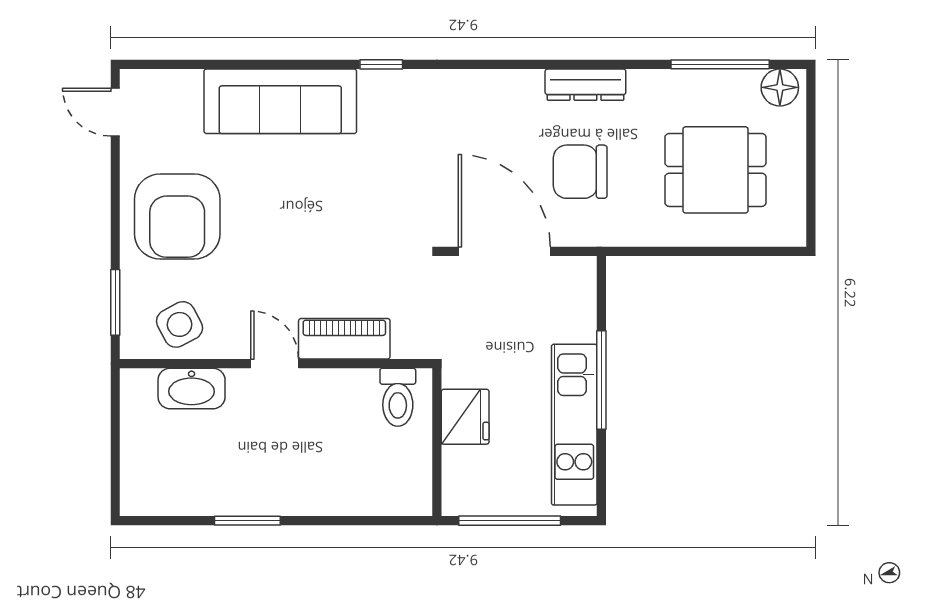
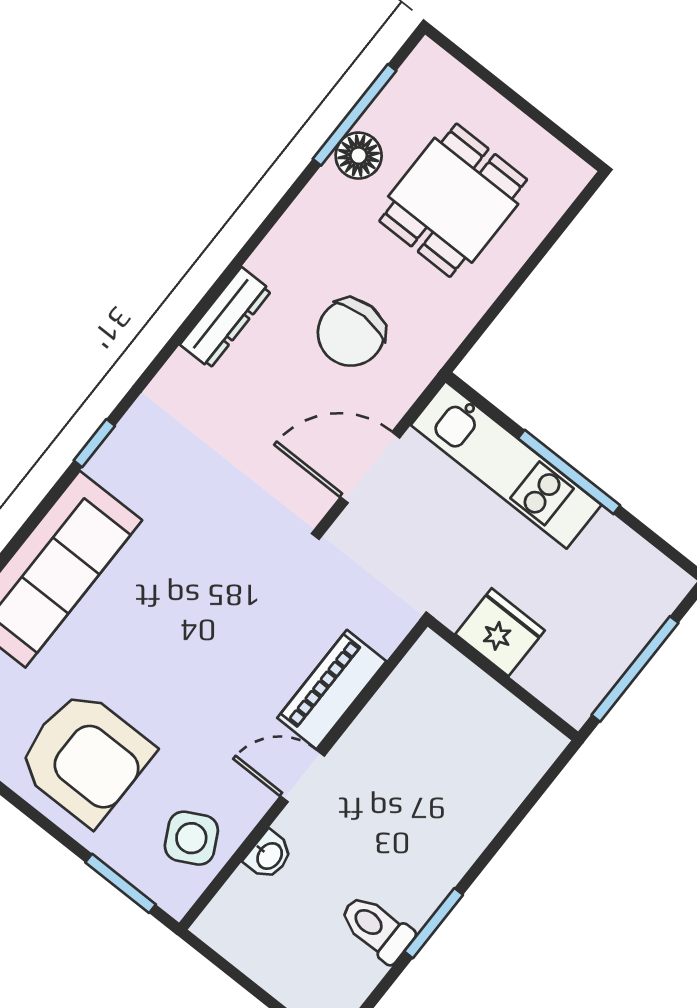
dresser: (585, 85) -> (226, 318), moved
floor lamp: (780, 87) -> (359, 156), moved
door: (504, 251) -> (370, 467), width x0.73
washbasin: (192, 389) -> (269, 855), width x0.52, depth x0.69
toilet: (398, 397) -> (376, 928), moved, turned 180
kitchen unit: (574, 425) -> (506, 465), moved

